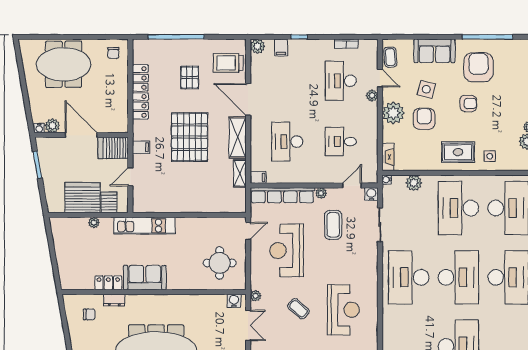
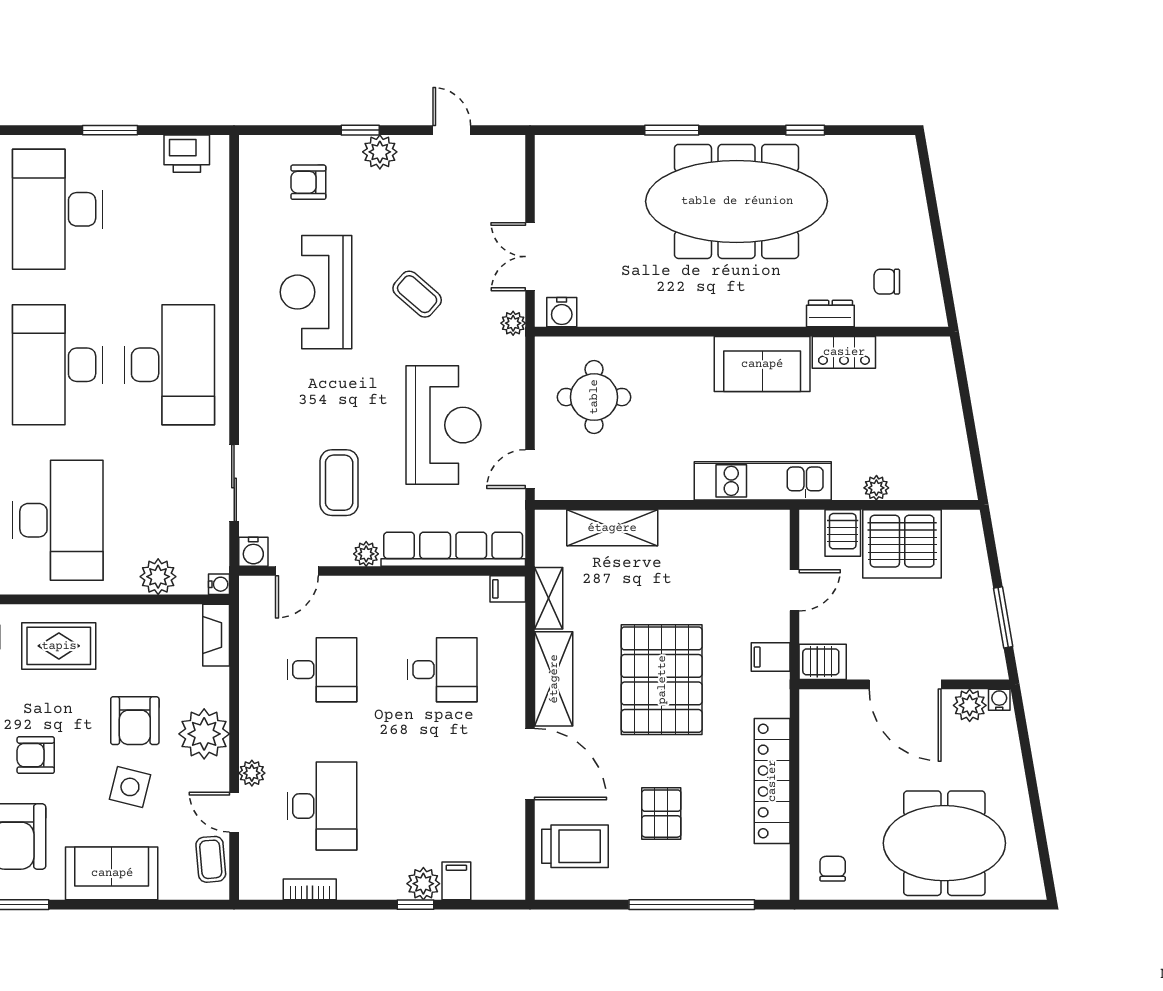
plant: (257, 46) -> (423, 884), moved
desk: (287, 142) -> (442, 670), width x0.73
server rack: (113, 148) -> (823, 662), width x0.73, depth x0.70
shelving: (212, 205) -> (612, 528), added

